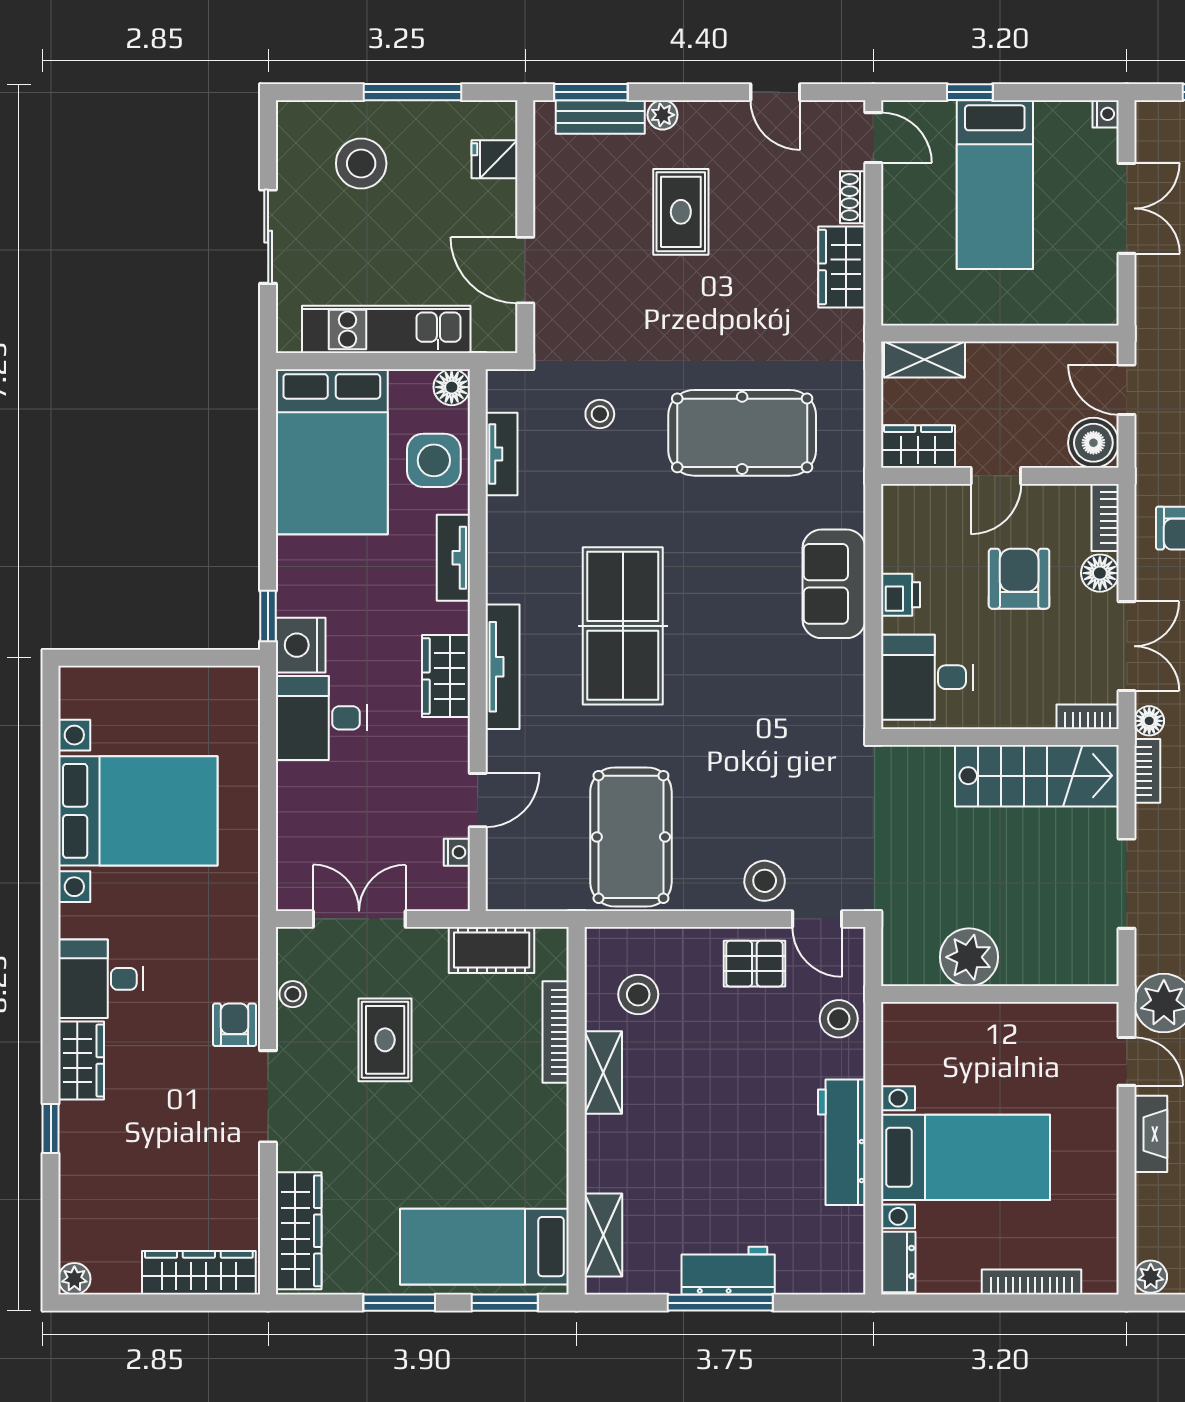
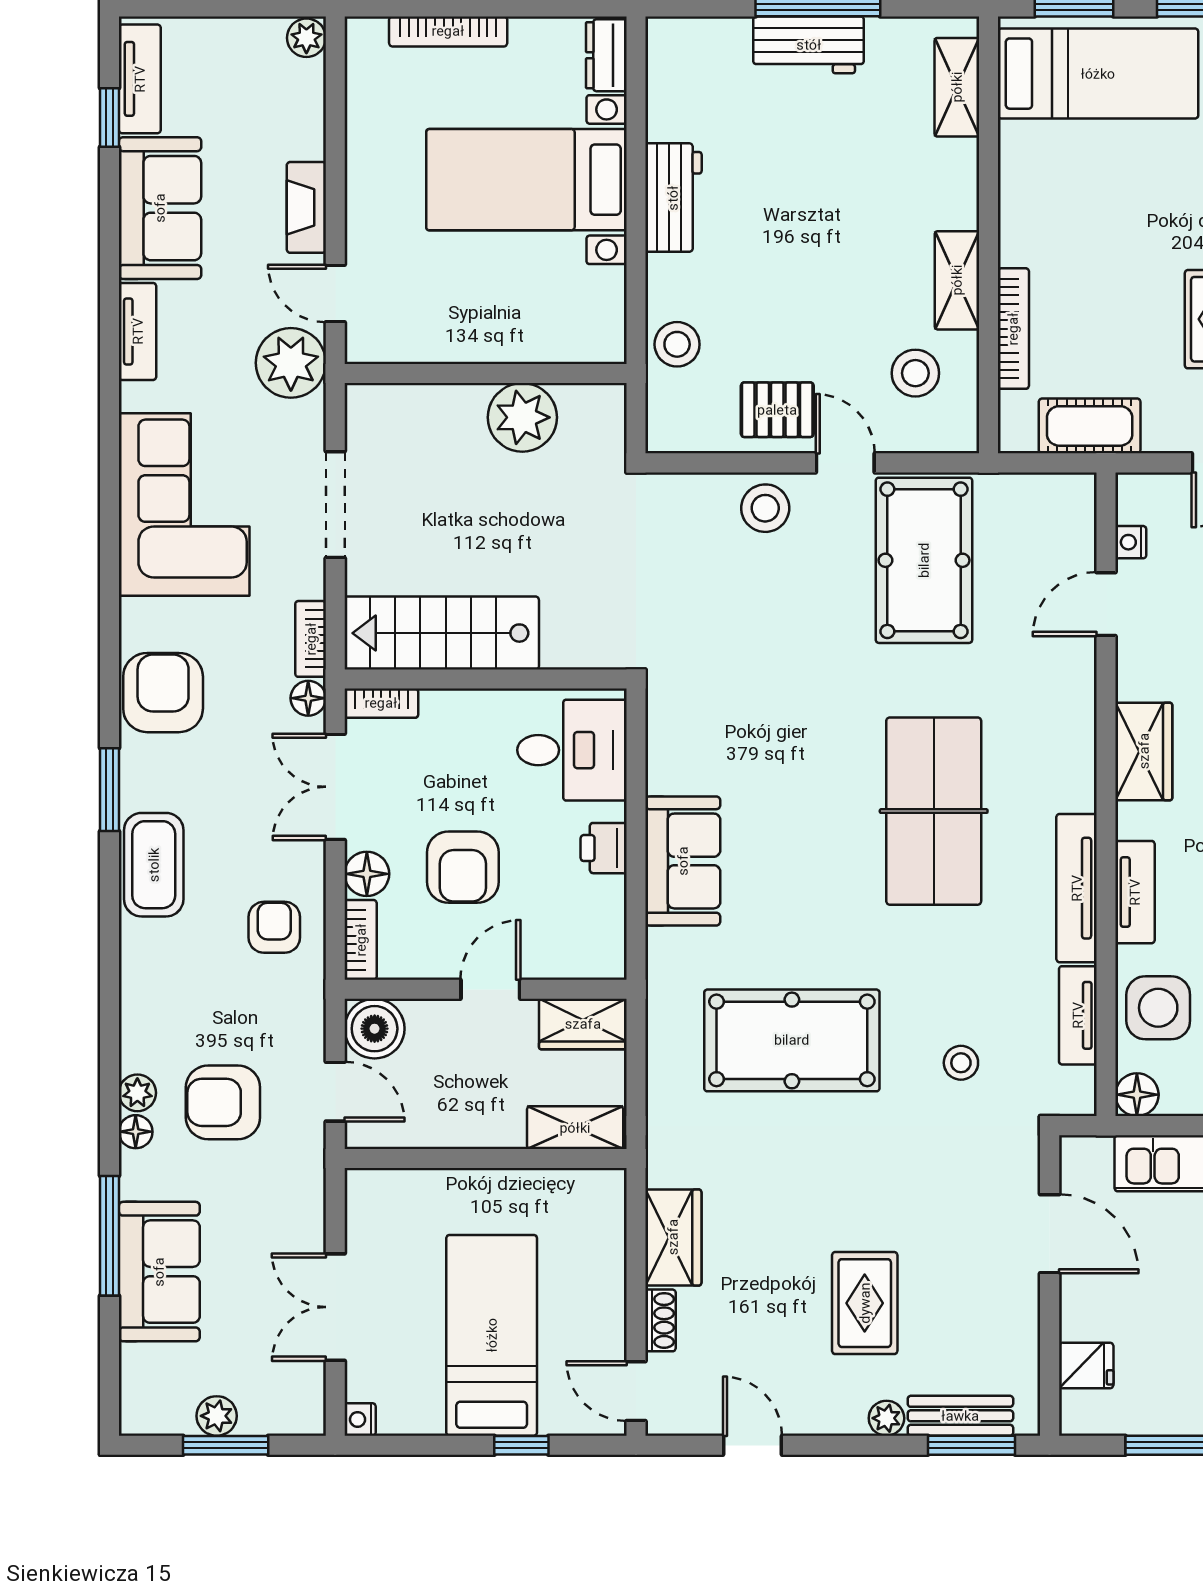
tv unit: (503, 667) -> (1077, 888), moved
door: (817, 919) -> (845, 463), moved
workbench: (842, 1142) -> (673, 198), width x0.73

